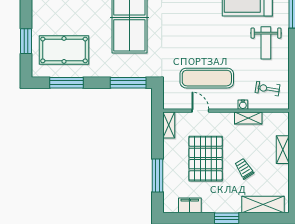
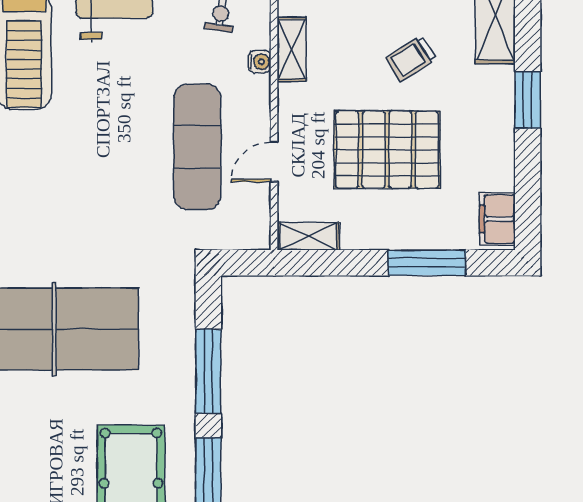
window: (128, 83) -> (208, 371), moved
filing cabinet: (190, 205) -> (497, 219), moved

